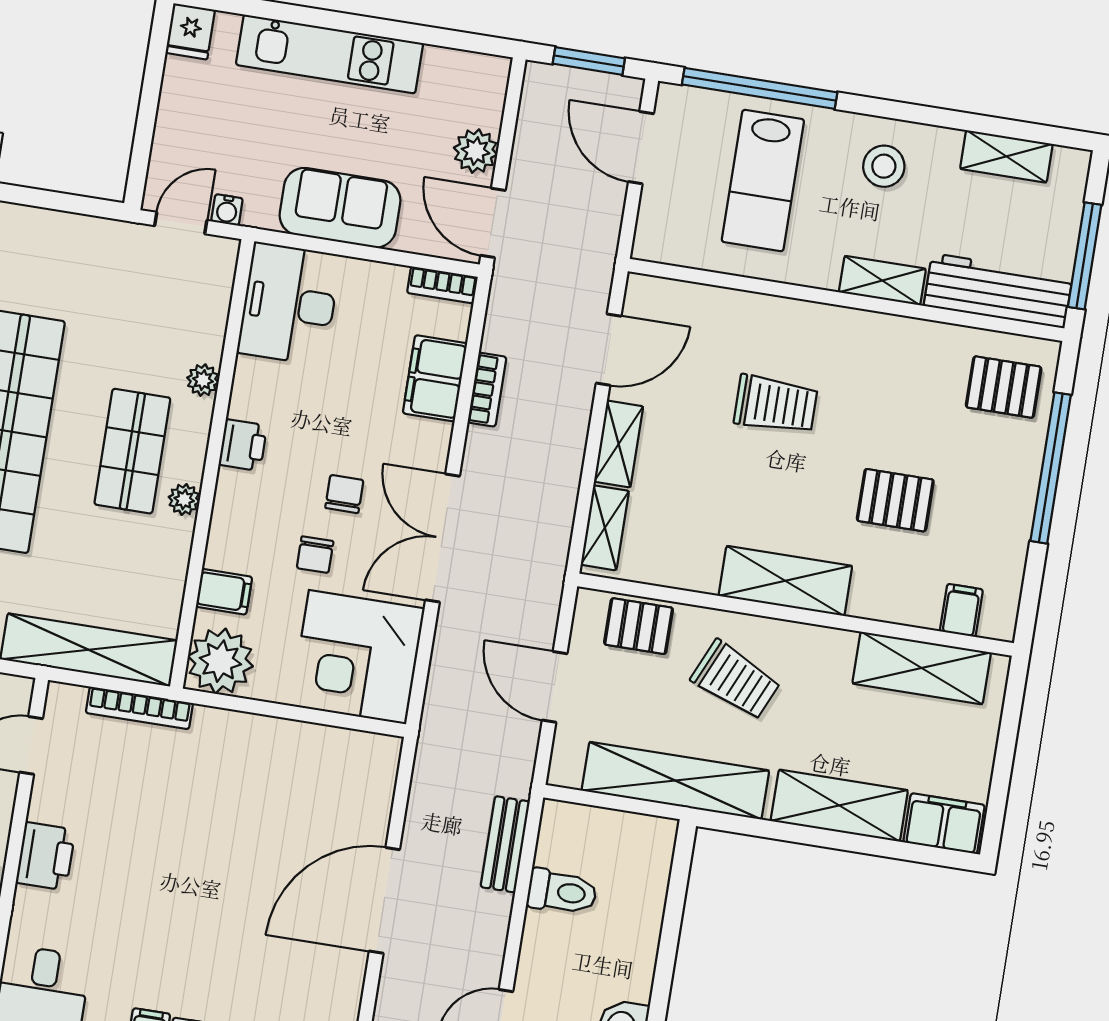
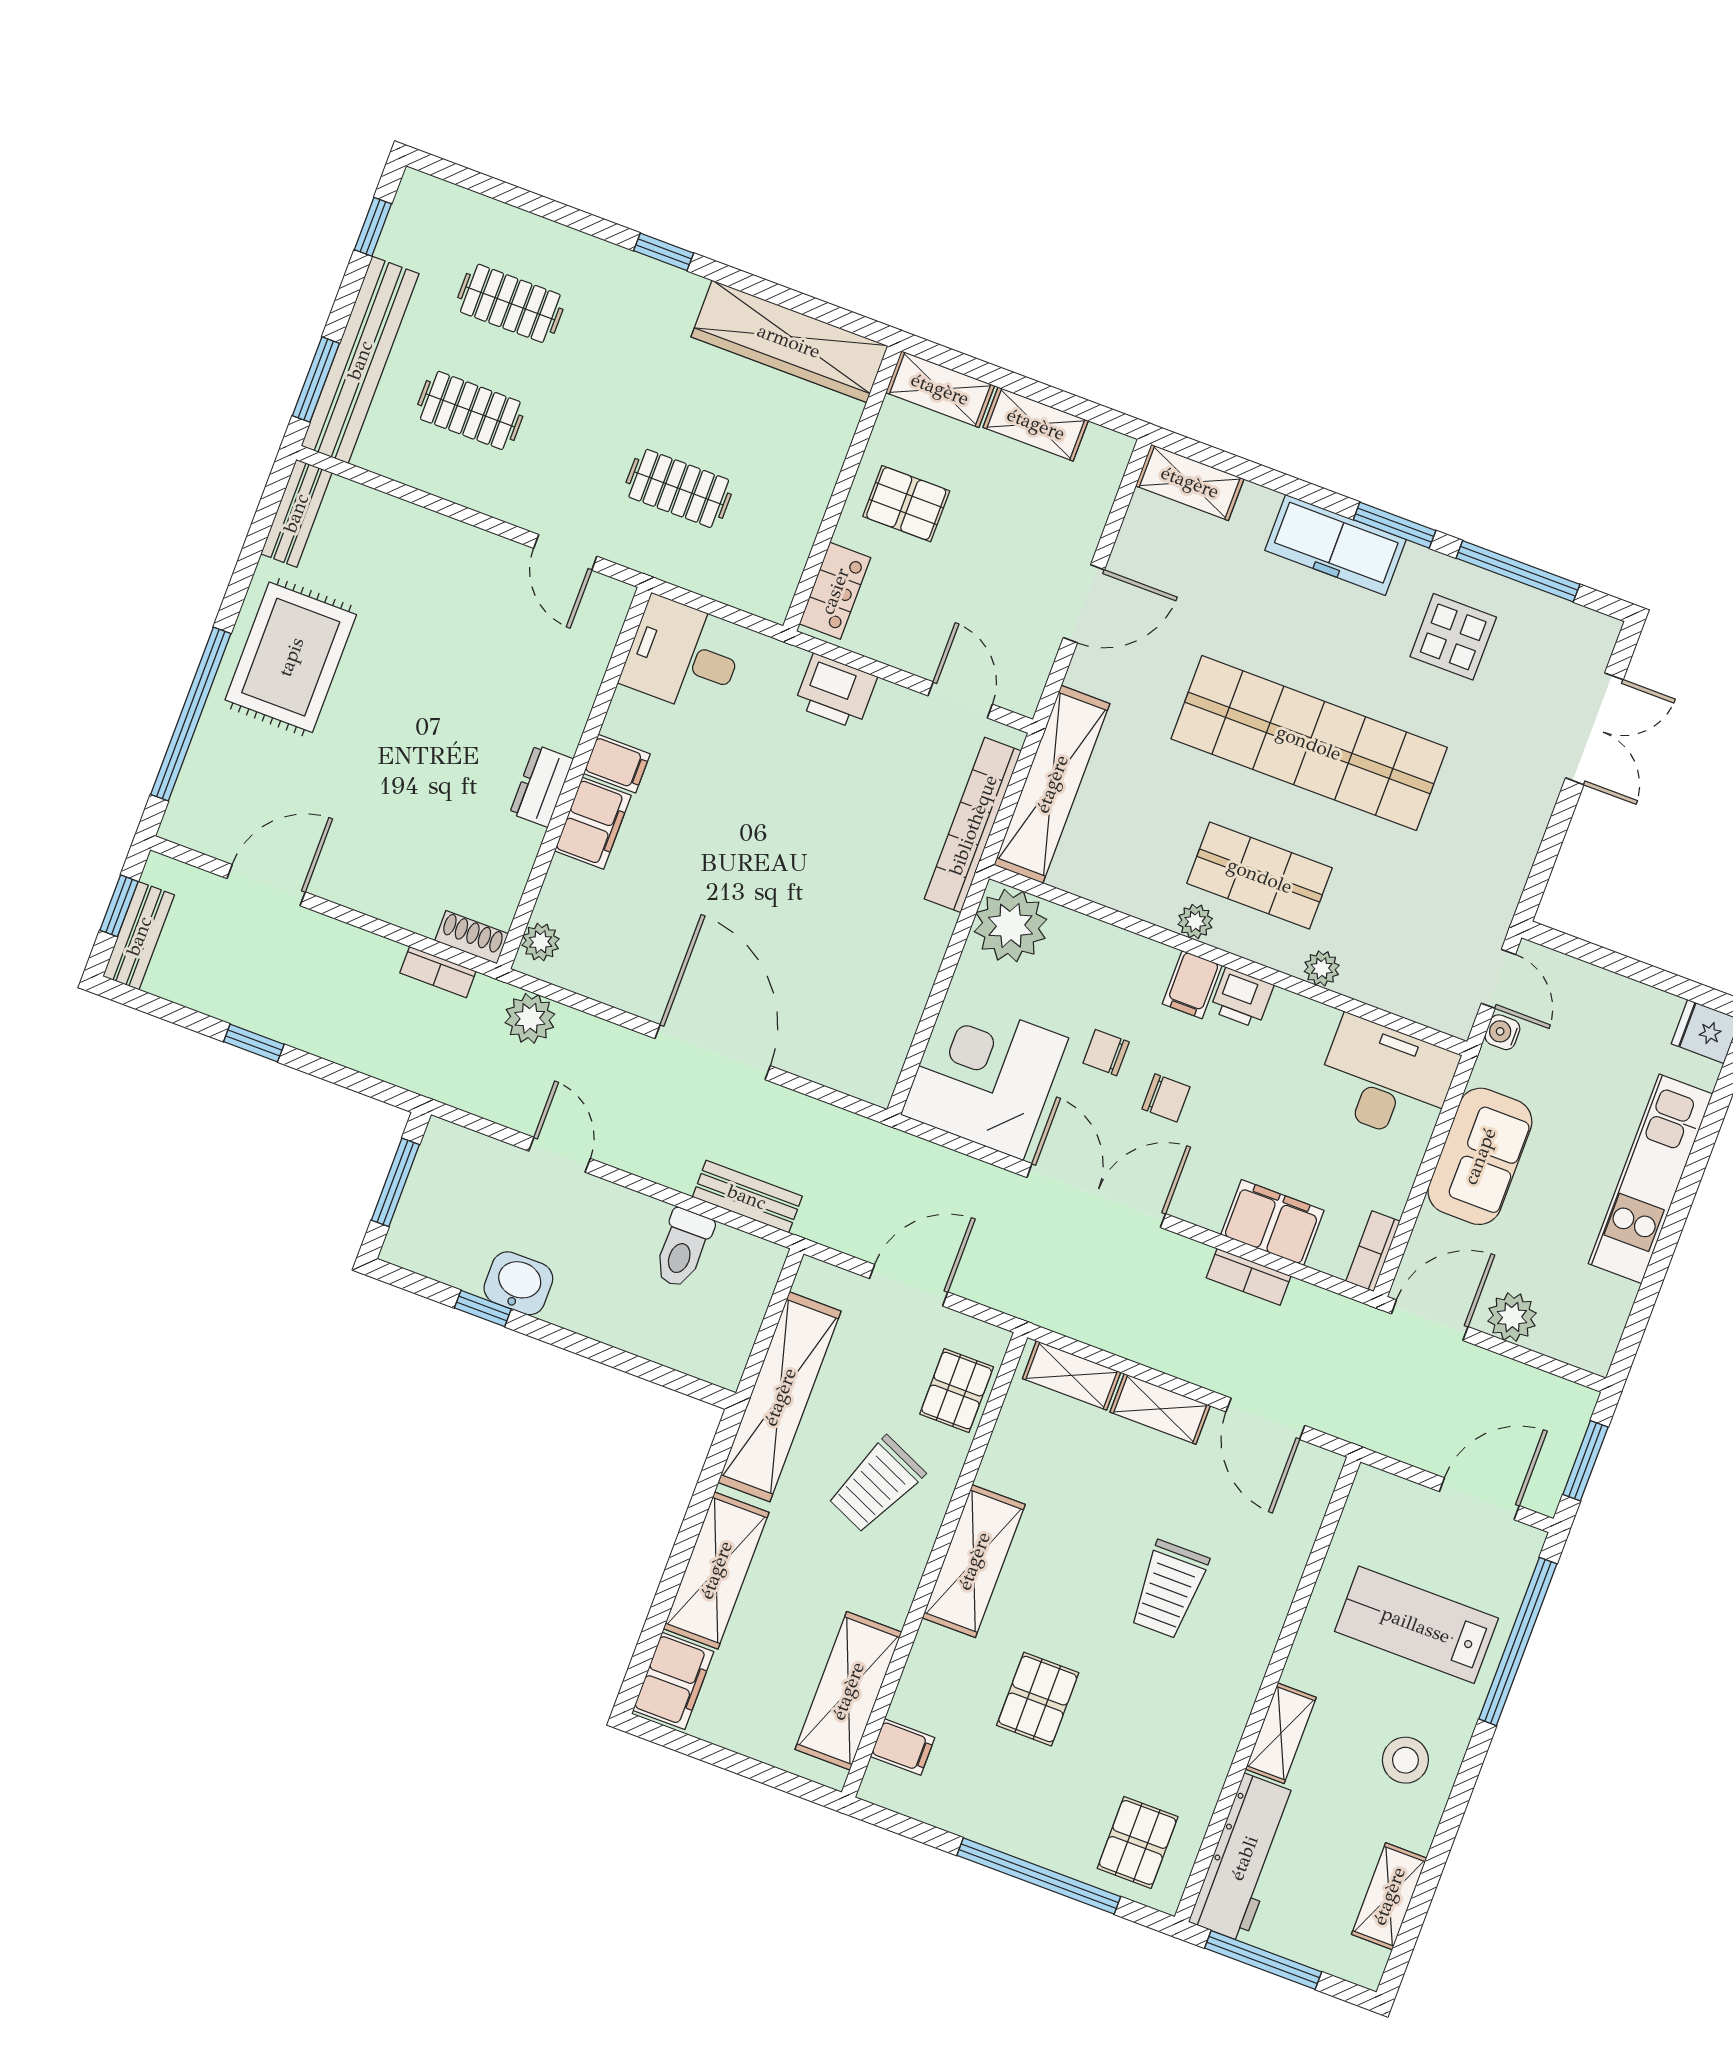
filing cabinet: (224, 592) -> (1192, 985), moved
bookcase: (139, 708) -> (973, 825), width x1.48, depth x1.31

